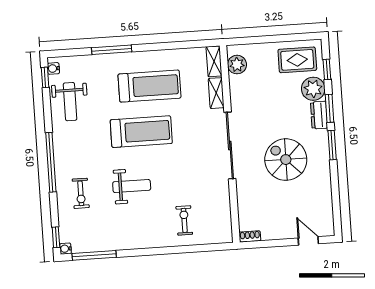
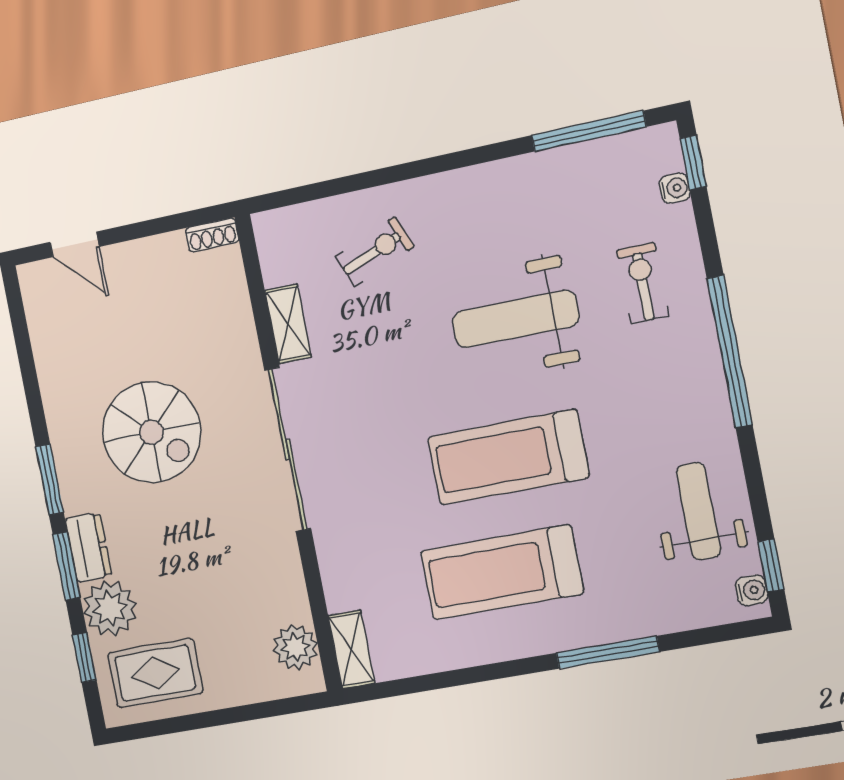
shelving: (216, 93) -> (288, 324), moved
weight bench: (132, 186) -> (516, 319), width x1.36, depth x1.33
exercise bike: (184, 220) -> (375, 252), turned -112
water cooler: (65, 249) -> (675, 188), moved

